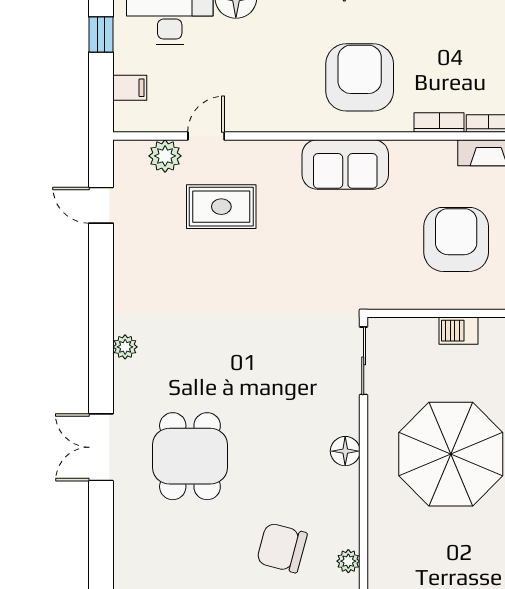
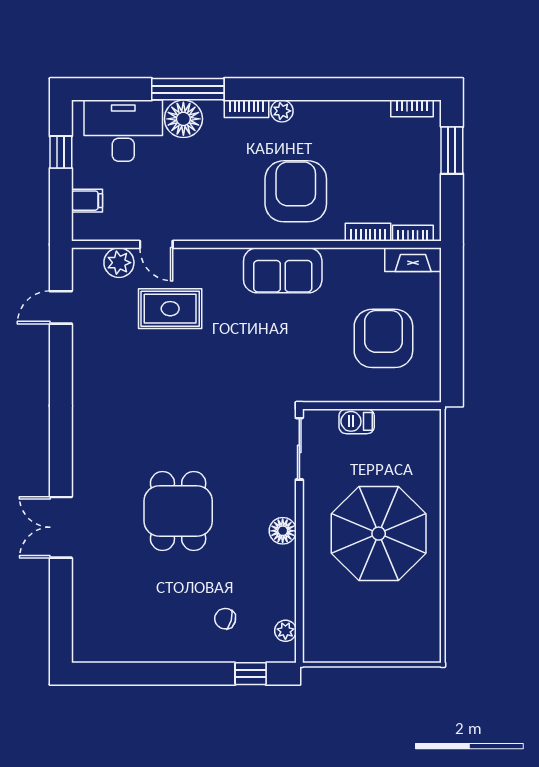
door: (206, 136) -> (156, 244), swing flipped
door: (101, 205) -> (61, 307), hinge flipped
barbecue: (459, 331) -> (357, 421), moved
plant: (125, 347) -> (83, 436), removed
dining table: (190, 456) -> (178, 511), moved
chair: (282, 548) -> (225, 619), width x0.54, depth x0.54

